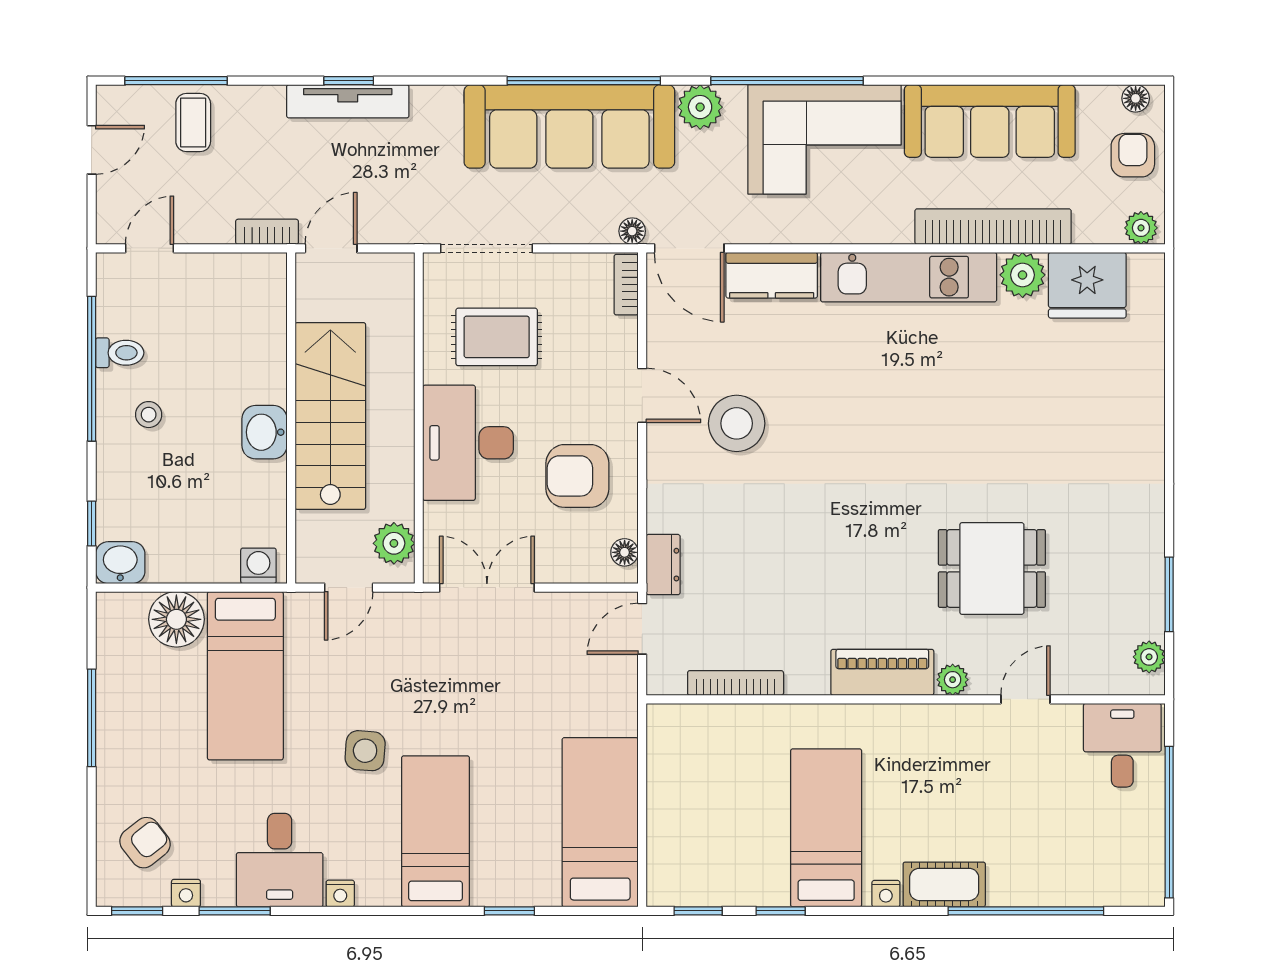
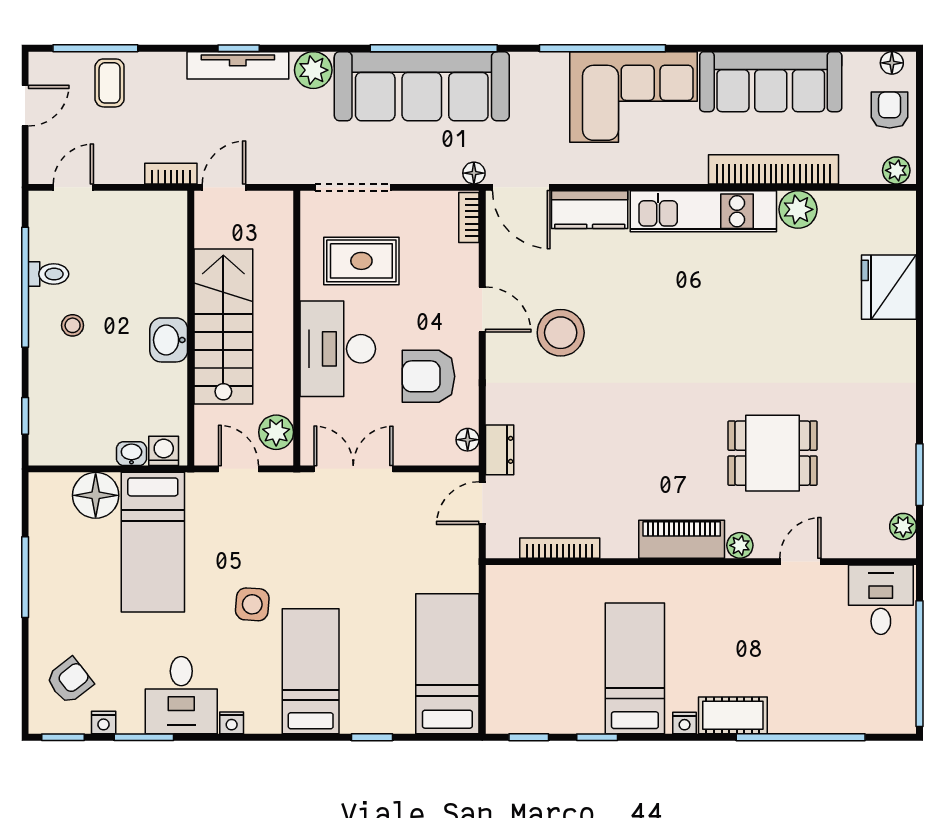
plant: (700, 107) -> (313, 70), moved
fridge: (1087, 285) -> (889, 287), moved, turned 90
washbasin: (120, 563) -> (131, 454), moved, width x0.72, depth x0.69
door: (349, 588) -> (239, 469), swing flipped

